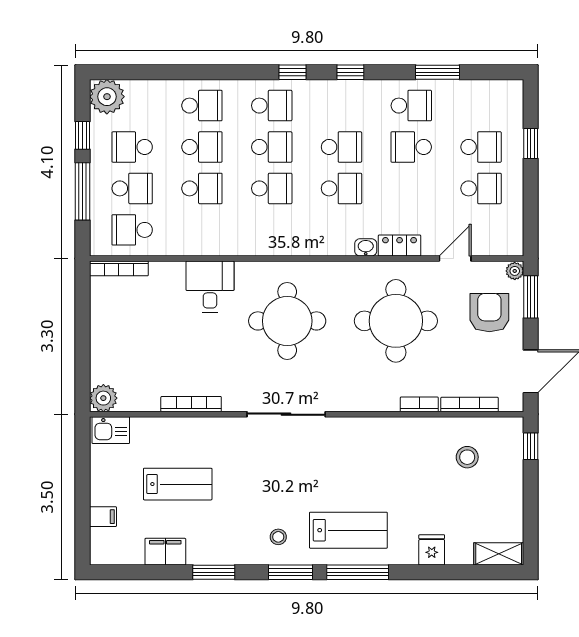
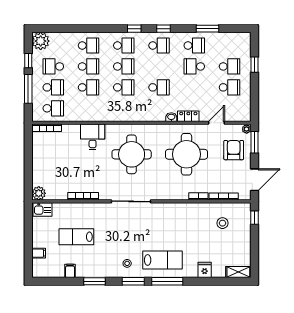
school desk: (341, 147) -> (159, 45), moved
school desk: (132, 230) -> (53, 108), turned 180
lab bench: (178, 484) -> (76, 237), turned 180
filing cabinet: (165, 552) -> (70, 271), width x0.50

